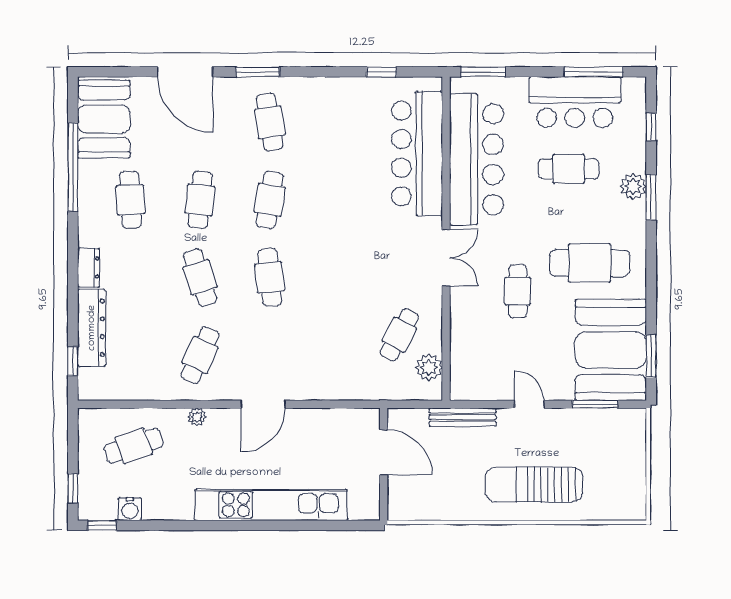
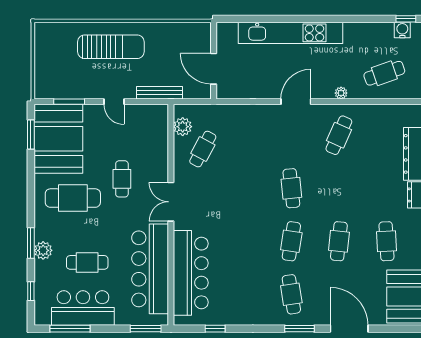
cafe table: (200, 277) -> (339, 188), removed
water cooler: (130, 509) -> (402, 30), moved

